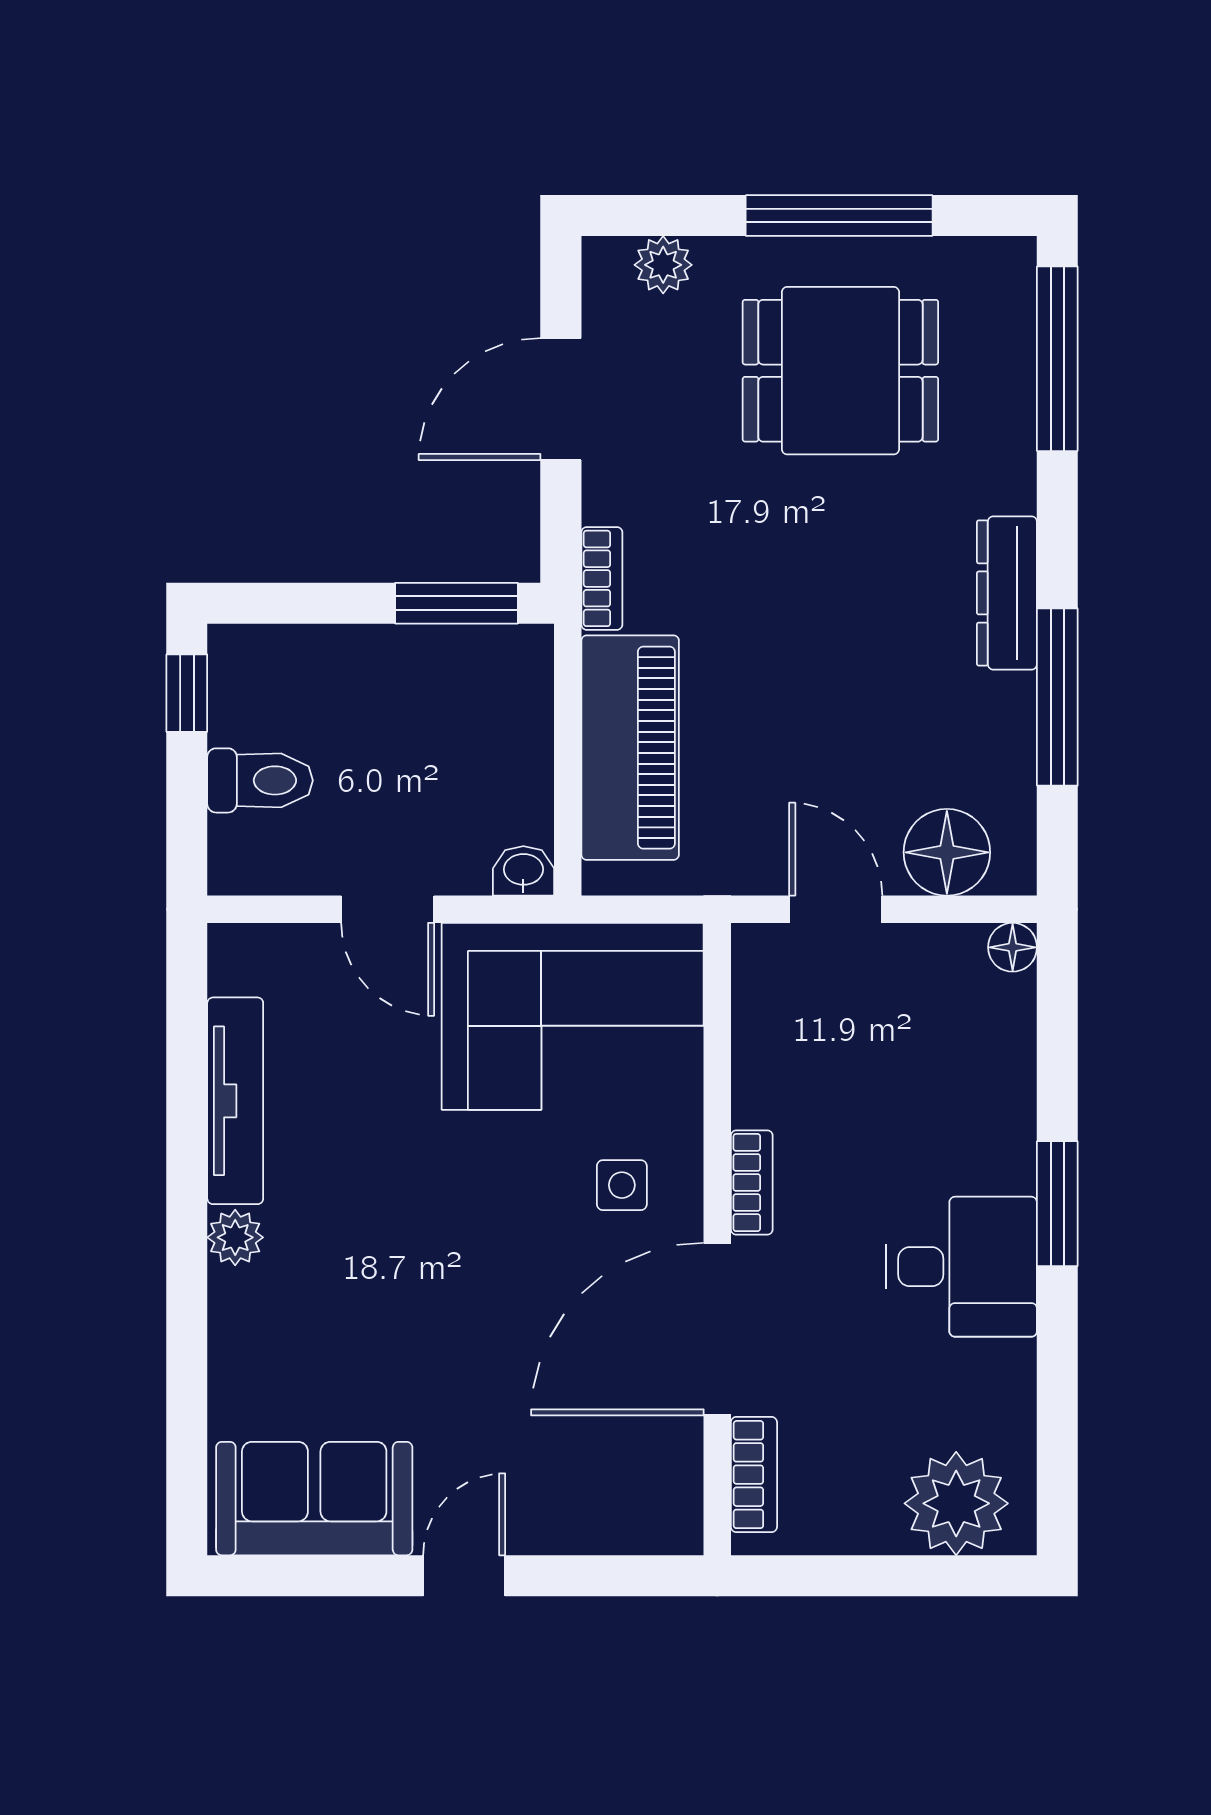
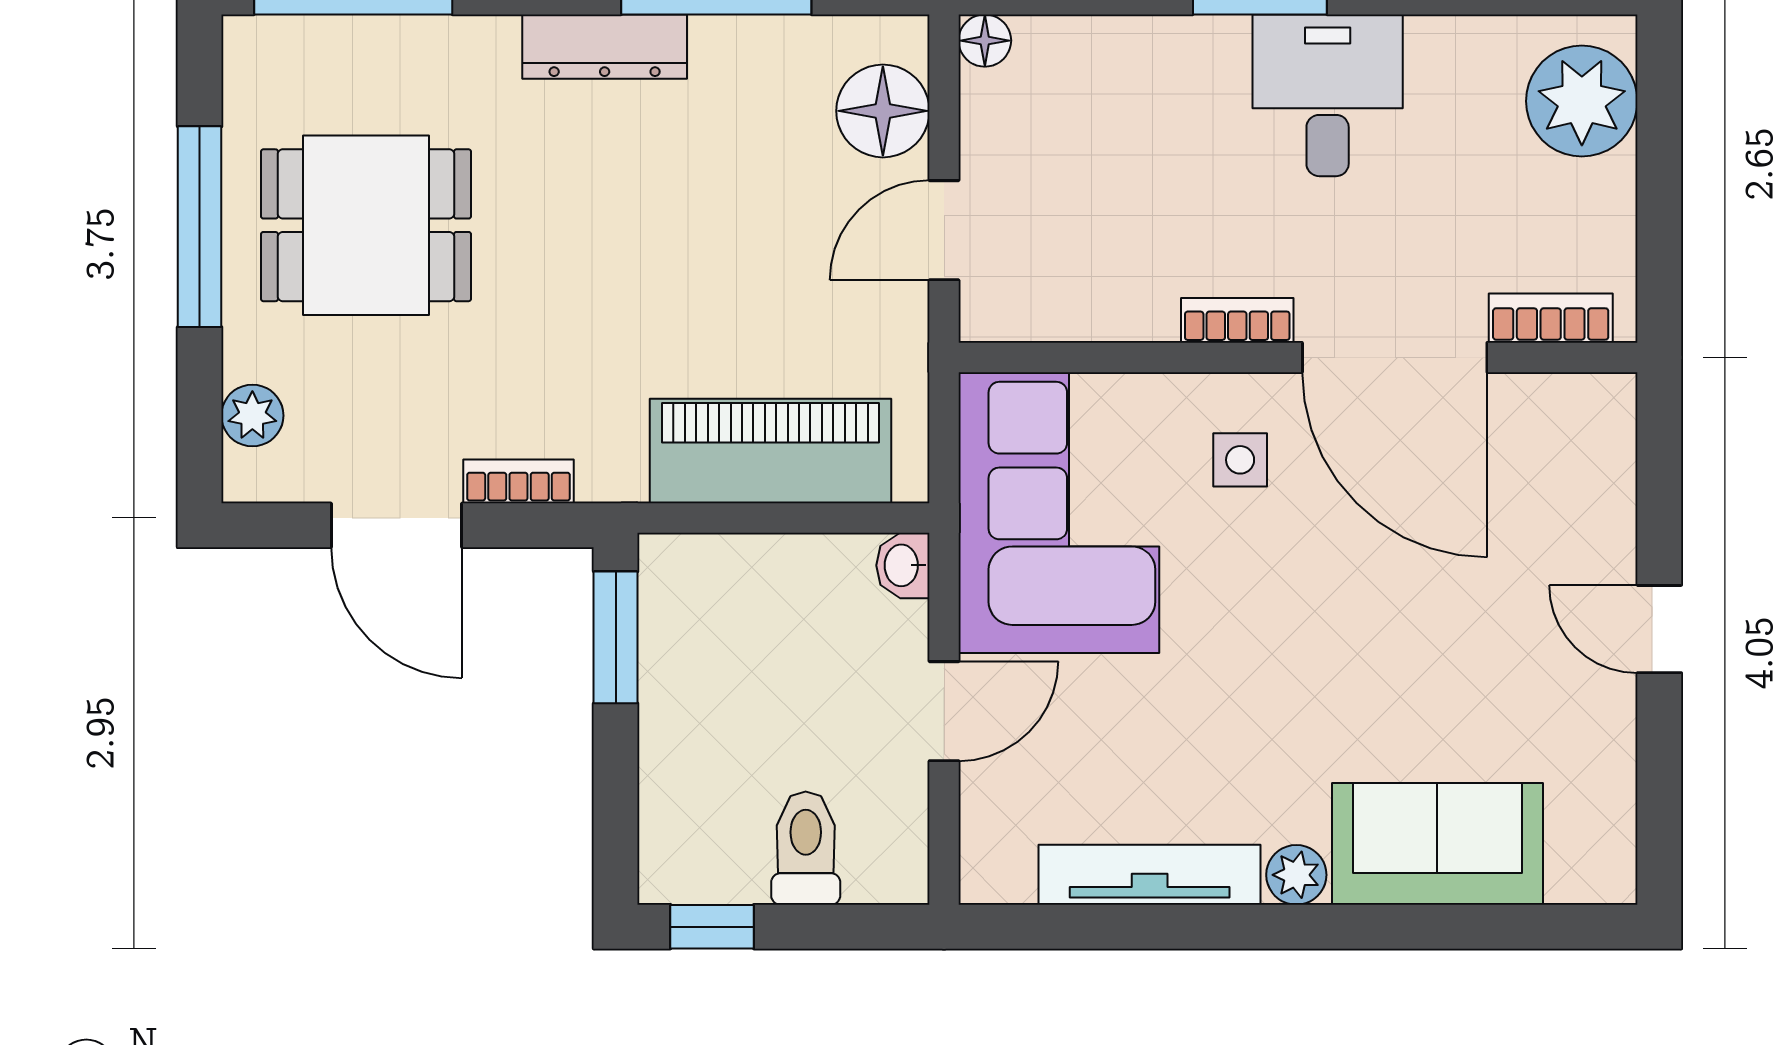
dining table: (840, 371) -> (366, 225), turned 90
bookcase: (602, 578) -> (518, 481), moved
sofa: (314, 1499) -> (1437, 844), moved, turned 90

